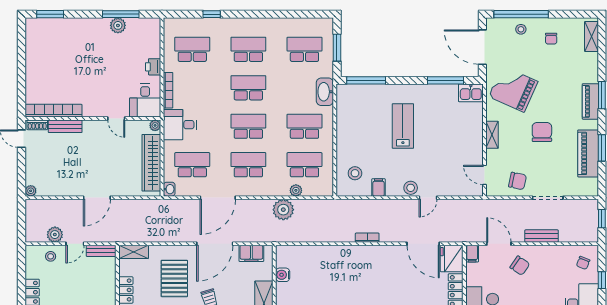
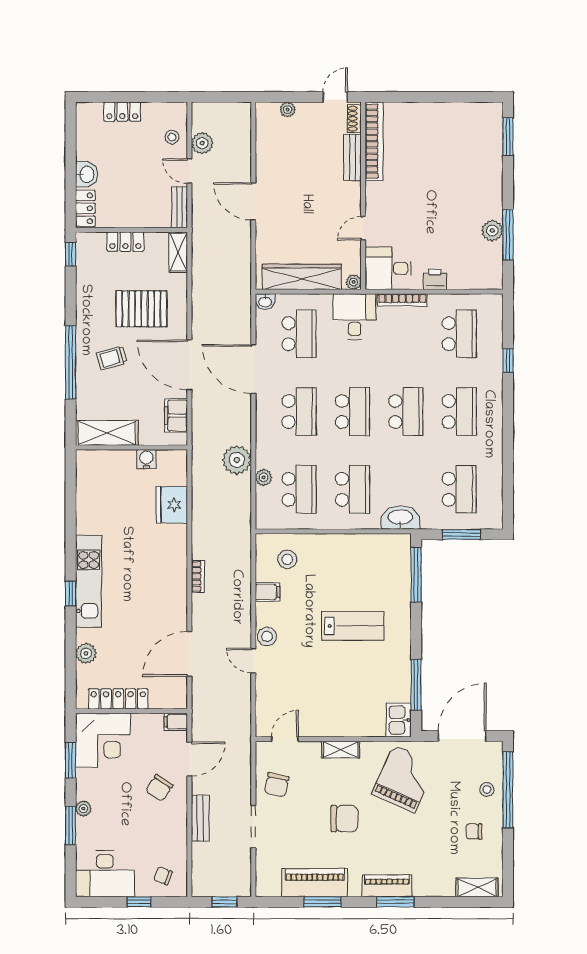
plant: (31, 191) -> (288, 110), moved
fridge: (452, 259) -> (172, 505), moved, turned -90

